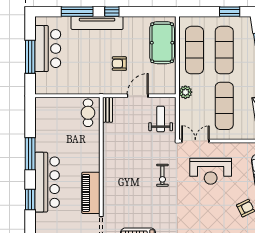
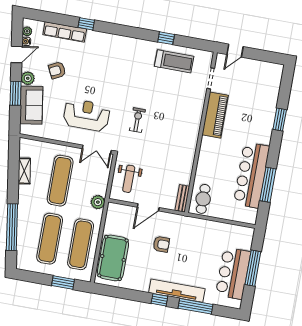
window: (230, 12) -> (63, 282), moved
window: (30, 154) -> (268, 185), moved
bar counter: (47, 182) -> (251, 175), moved

